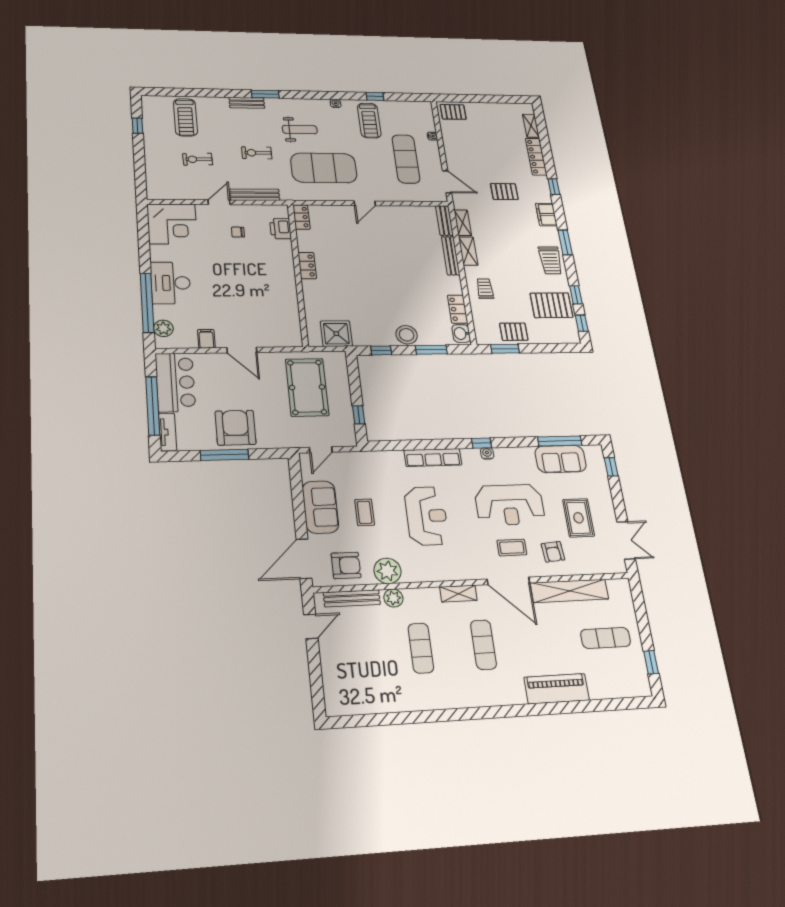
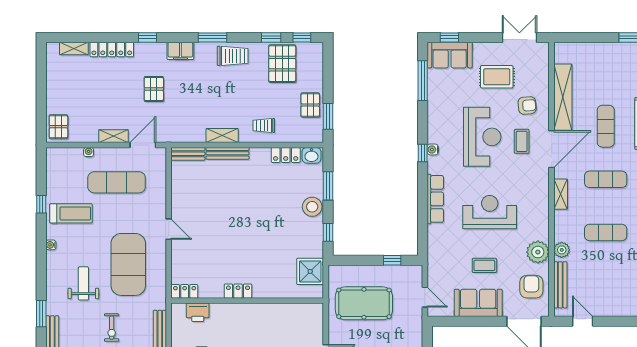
shelving: (463, 223) -> (113, 136), moved
sofa: (561, 459) -> (450, 55), moved, turned 90
exercise mat: (606, 638) -> (606, 126), moved

